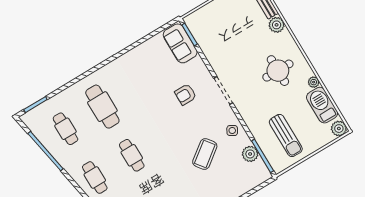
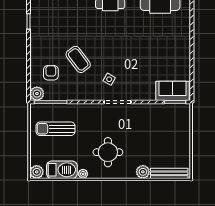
armchair: (185, 94) -> (51, 73), moved
side table: (232, 131) -> (109, 79), moved
plant: (250, 154) -> (37, 94), moved

